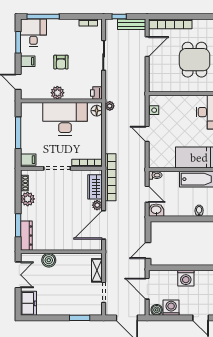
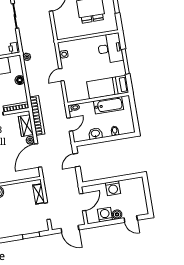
floor lamp: (97, 111) -> (20, 80), moved
door: (147, 134) -> (61, 75), hinge flipped
door: (147, 194) -> (70, 124), hinge flipped
washbasin: (156, 210) -> (95, 134), moved
door: (148, 251) -> (76, 160), moved
door: (147, 289) -> (83, 202), swing flipped
boiler: (157, 310) -> (117, 214), moved

